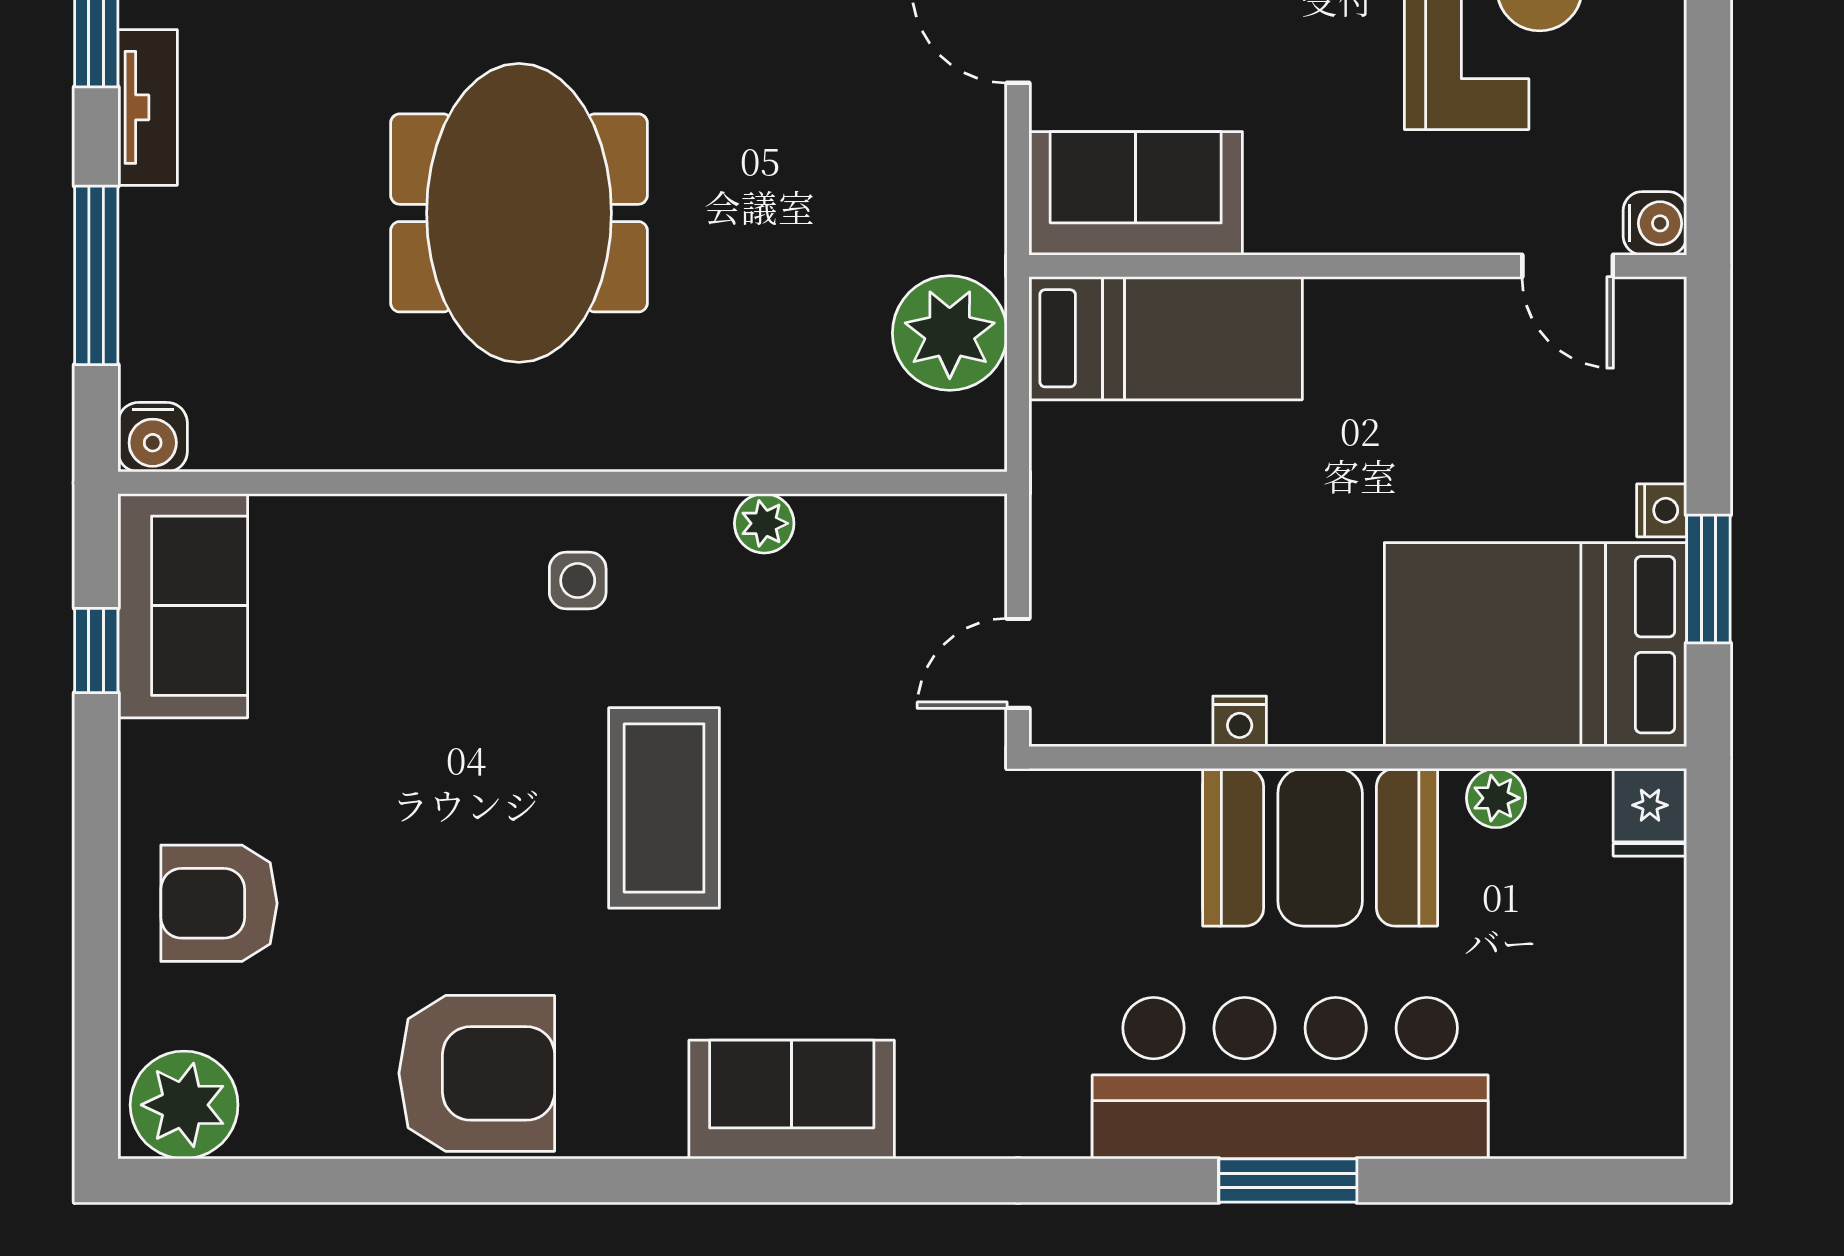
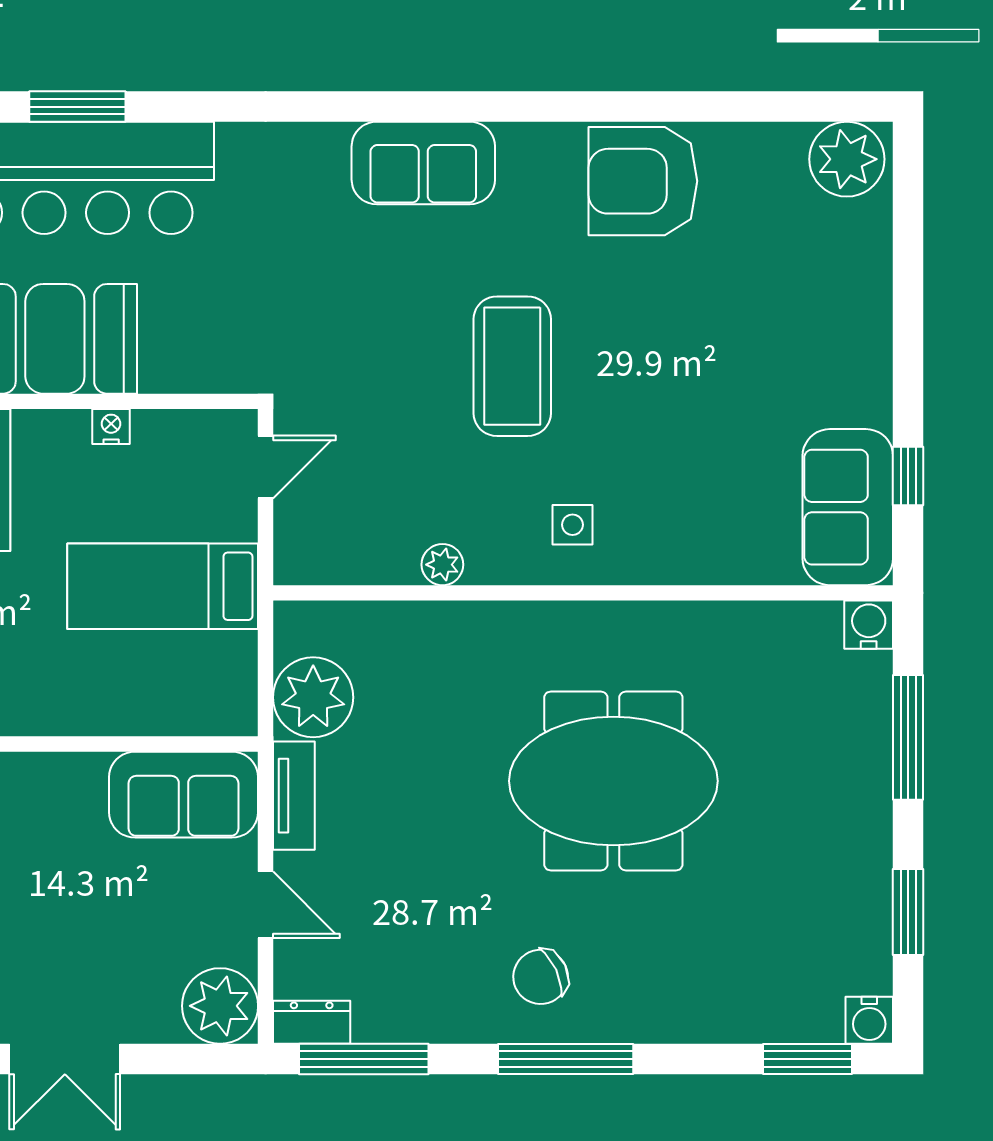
tv unit: (148, 107) -> (294, 796), moved, turned 180
meeting table: (519, 213) -> (613, 781), turned 90
bed: (1166, 338) -> (163, 586), moved
armchair: (219, 903) -> (823, 300), removed

